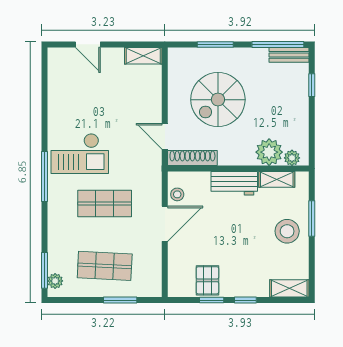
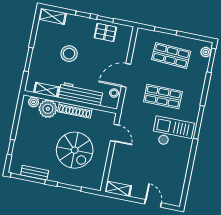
bench: (289, 55) -> (35, 173), moved
spiral stairs: (218, 100) -> (75, 150), turned 90
shoe rack: (192, 158) -> (75, 110), moved
workbench: (234, 183) -> (81, 94), width x1.38
stool: (287, 231) -> (69, 54), moved
pallet: (207, 280) -> (105, 32), turned 90

